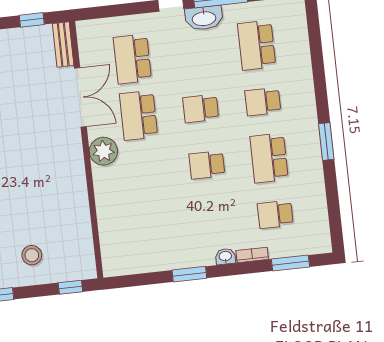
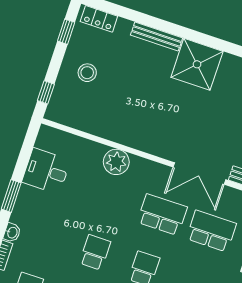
plant: (103, 151) -> (116, 162), moved
desk: (148, 251) -> (46, 171), added

